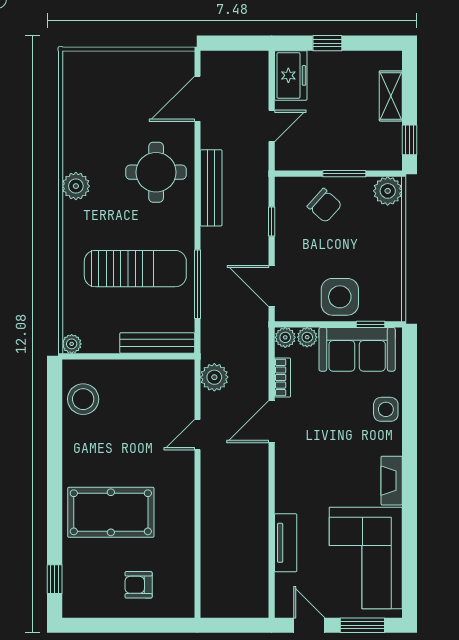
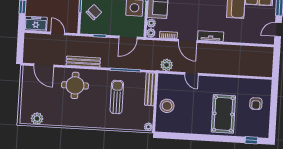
plant: (76, 186) -> (37, 119), moved
sun lounger: (135, 269) -> (117, 97), width x0.73, depth x0.75
stool: (83, 399) -> (167, 106), moved
tv unit: (286, 543) -> (211, 36), moved

